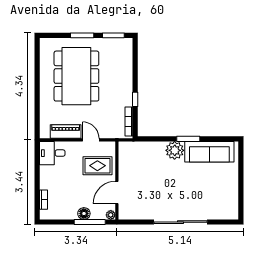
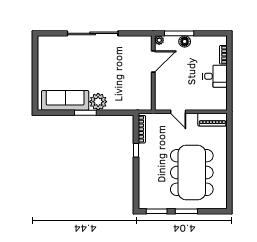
piano: (66, 132) -> (212, 120), moved
desk: (52, 153) -> (215, 76), moved
rug: (97, 166) -> (172, 87), removed

